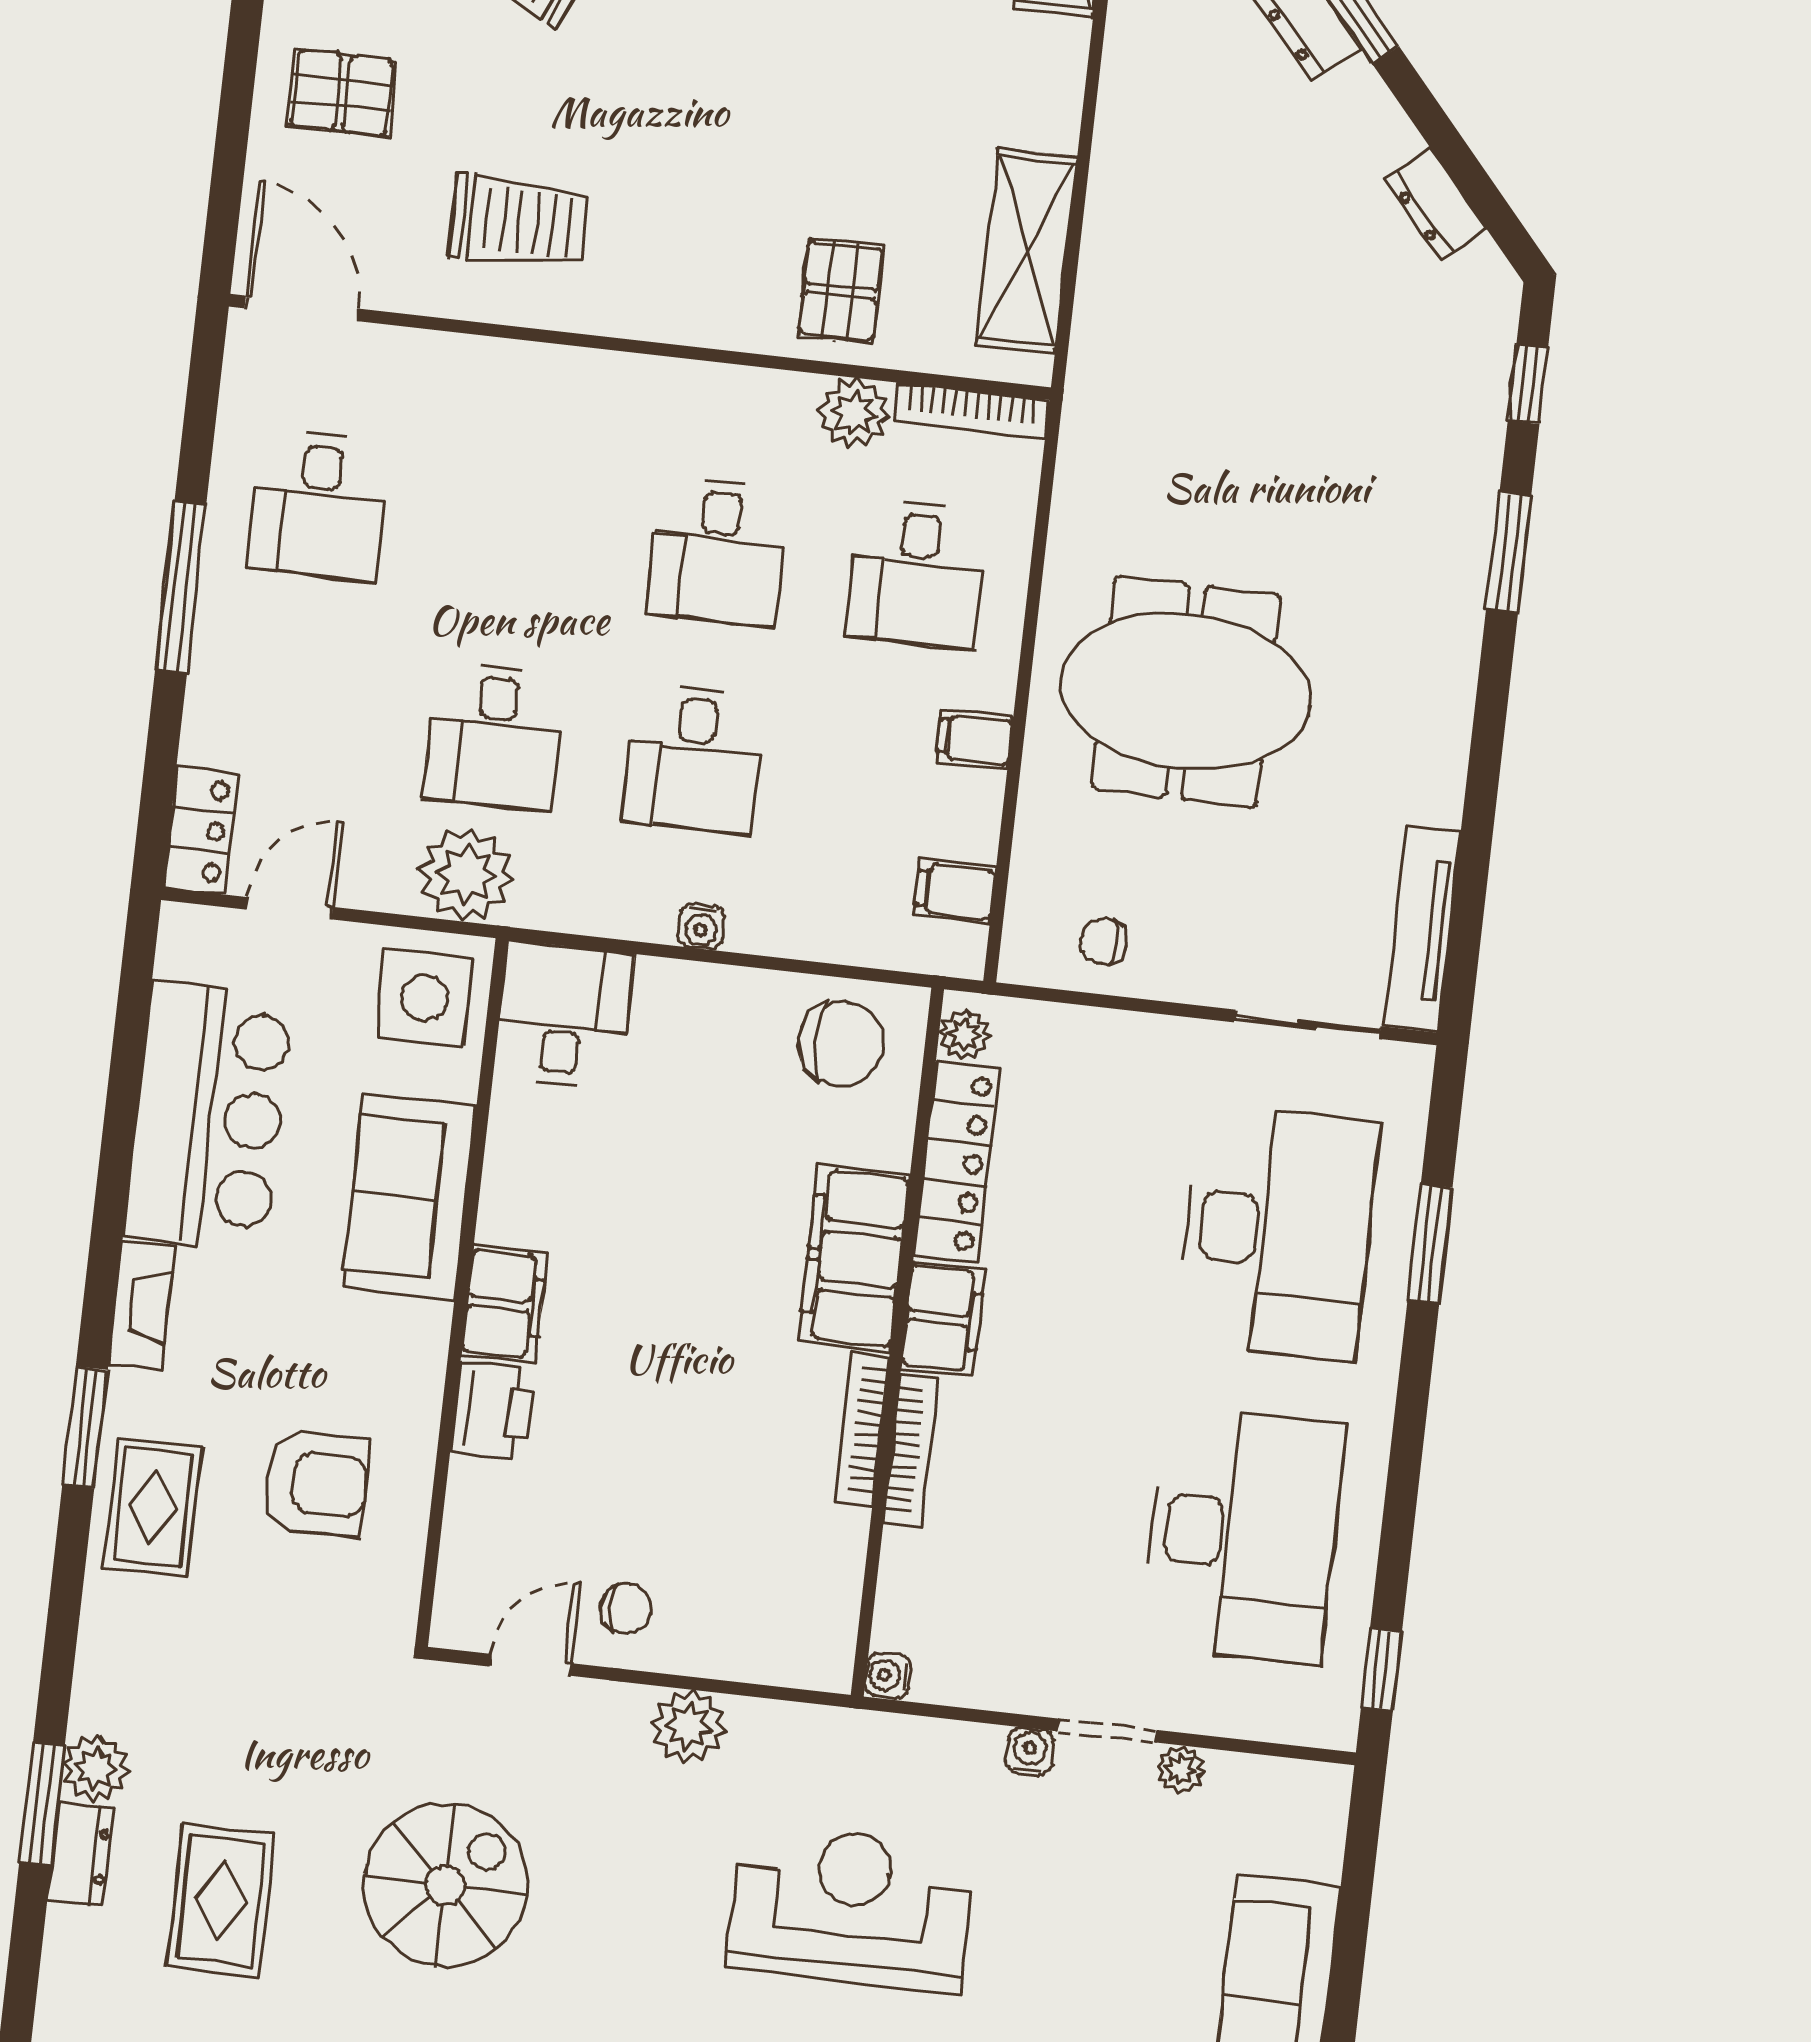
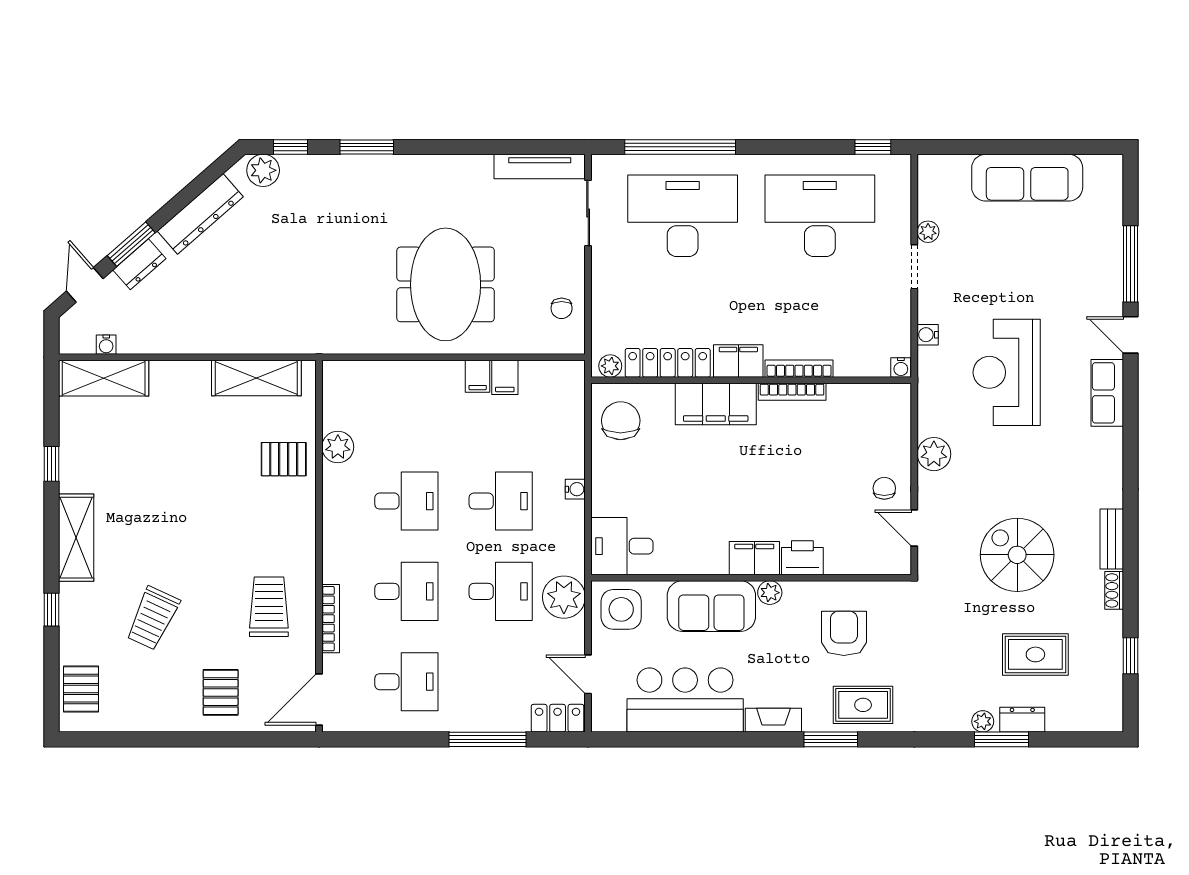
dresser: (1435, 204) -> (200, 214), width x1.96, depth x1.24
plant: (1483, 318) -> (263, 170), added
bookcase: (972, 411) -> (331, 619), moved
desk: (917, 574) -> (406, 591), moved
window: (181, 587) -> (487, 739), moved
filing cabinet: (955, 891) -> (505, 377), moved
window: (1430, 1244) -> (680, 147), width x2.11
plant: (424, 1330) -> (770, 593), added
water cooler: (1030, 1751) -> (928, 335), moved
plant: (95, 1768) -> (983, 721), width x0.73, depth x0.73

